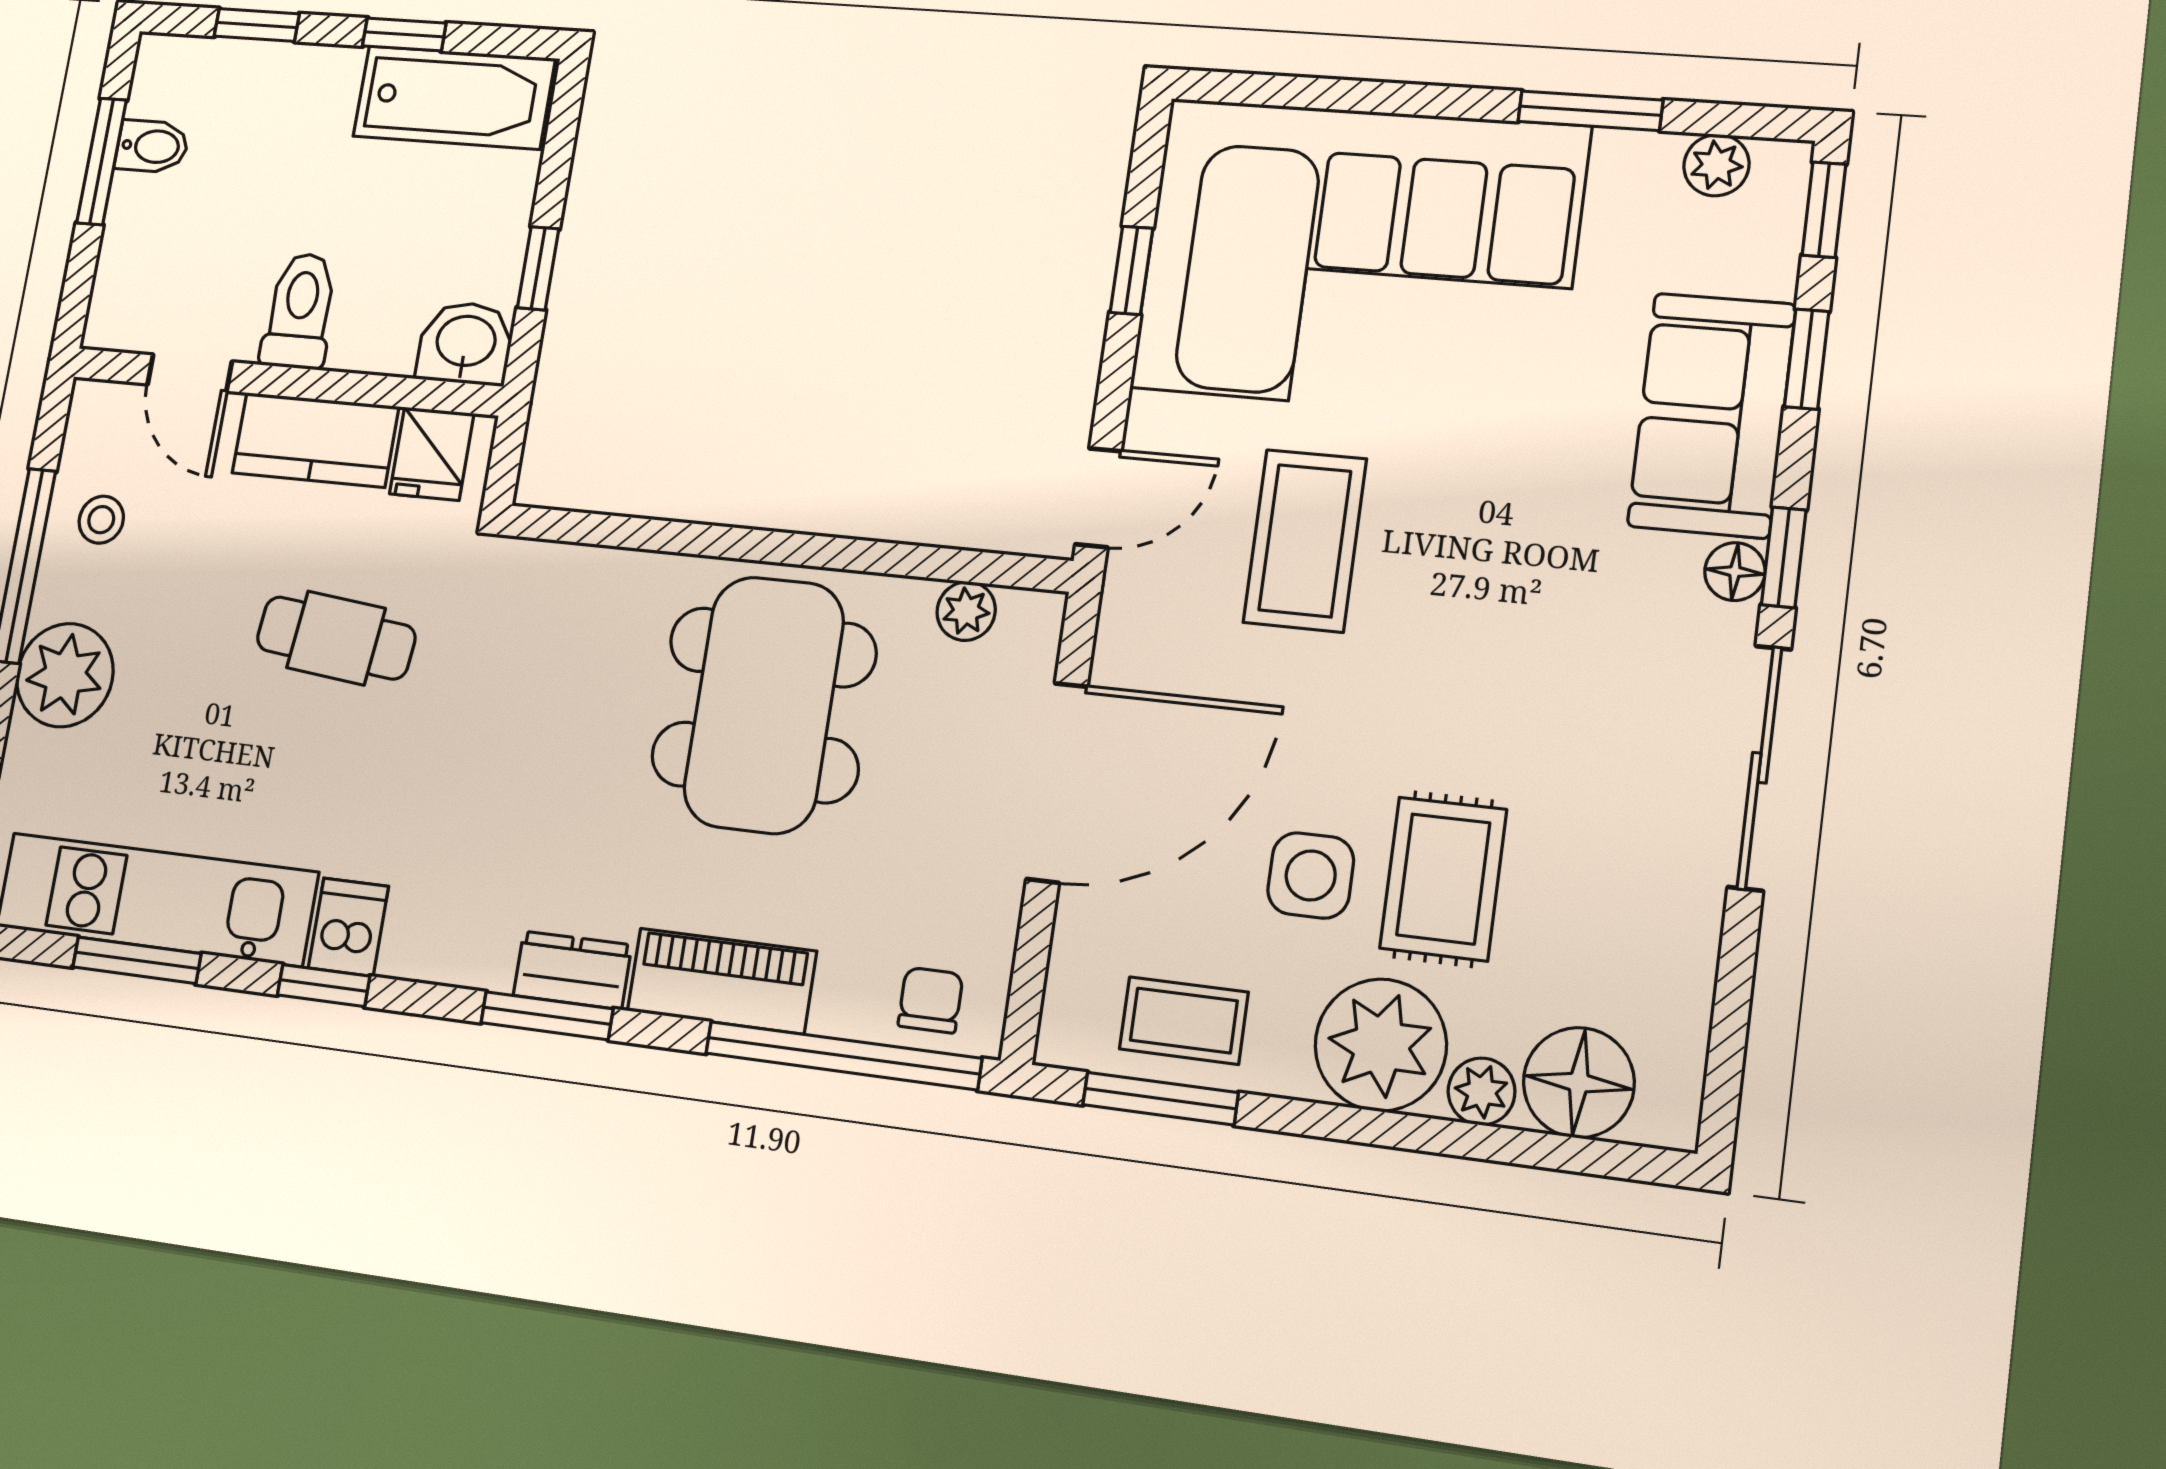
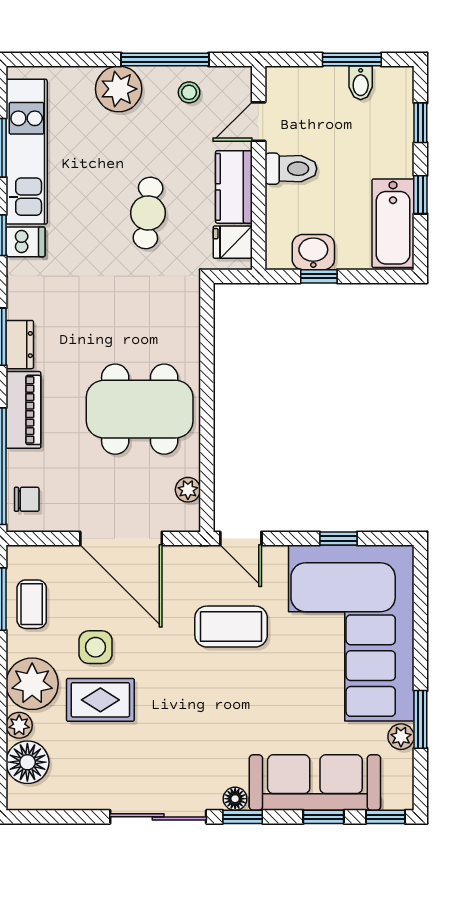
plant: (1716, 165) -> (401, 737), moved
washbasin: (466, 343) -> (313, 252), moved, turned -90
sofa: (1712, 415) -> (315, 783), width x1.36

